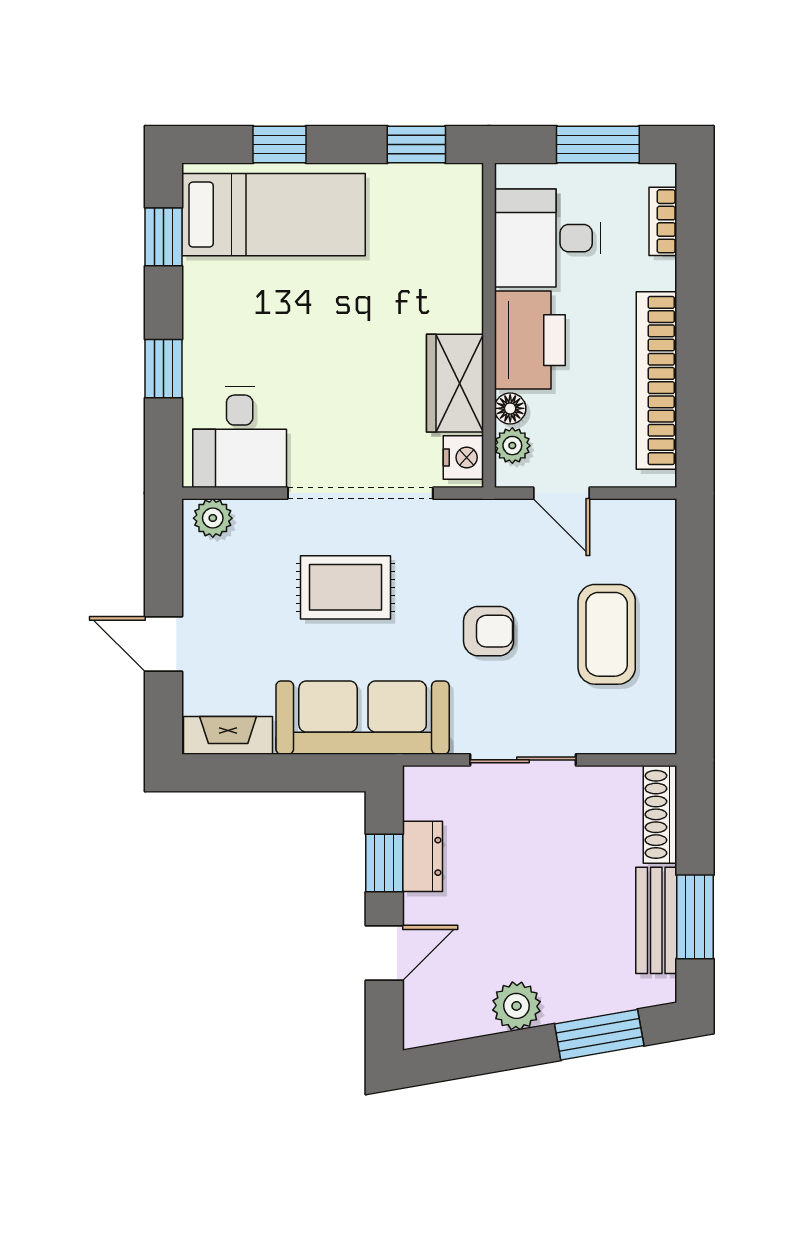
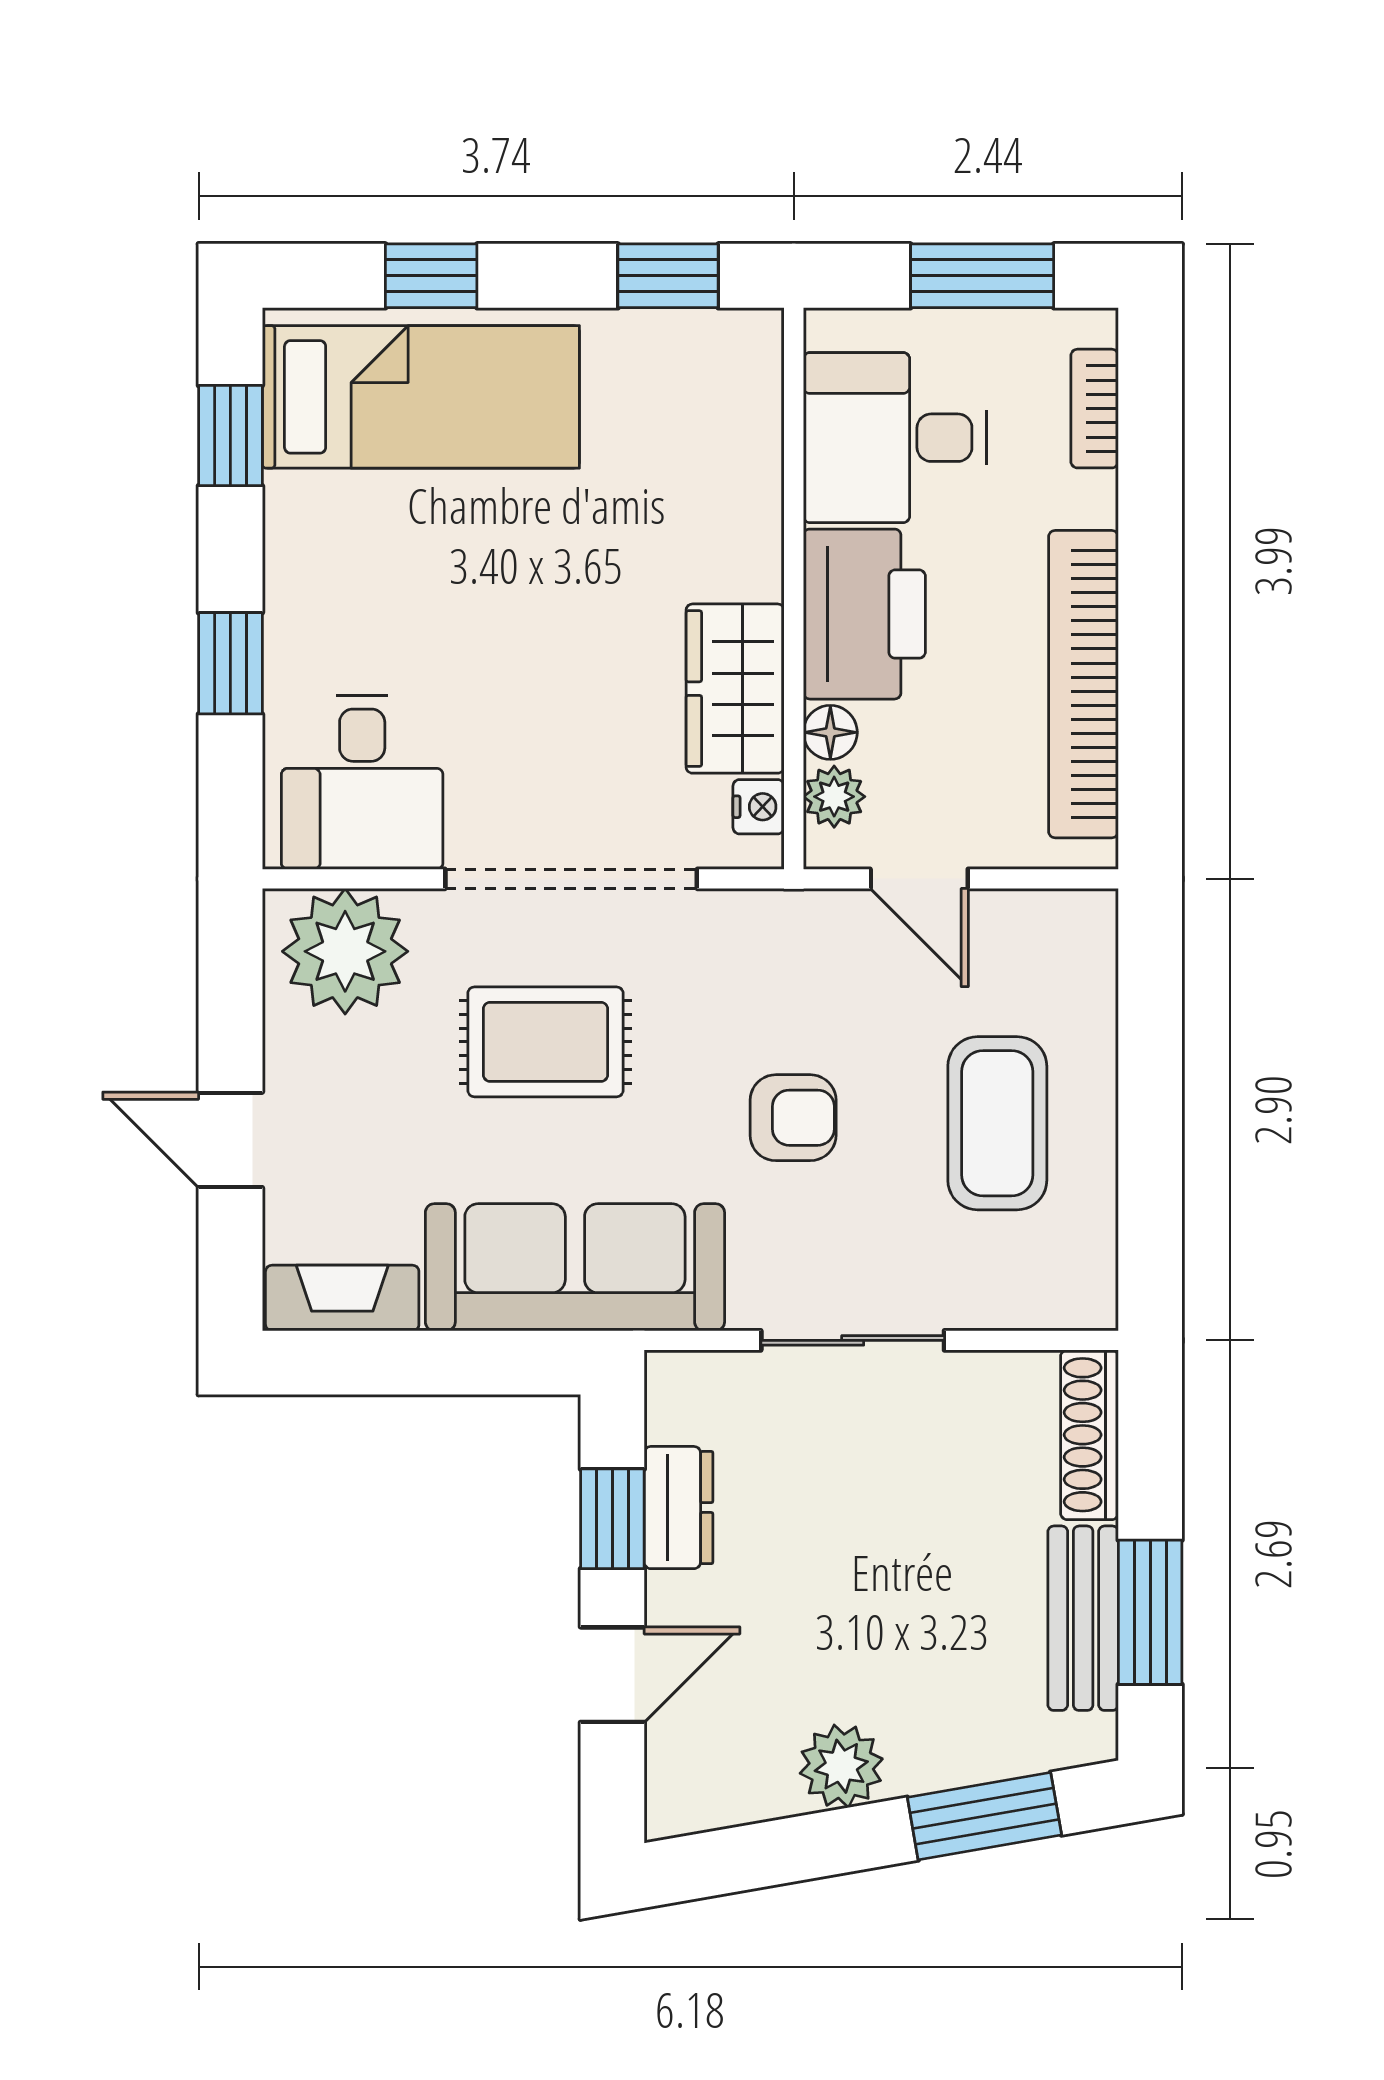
nightstand: (463, 457) -> (759, 807), width x0.72, depth x0.74
plant: (213, 518) -> (345, 951), width x1.87, depth x1.87

